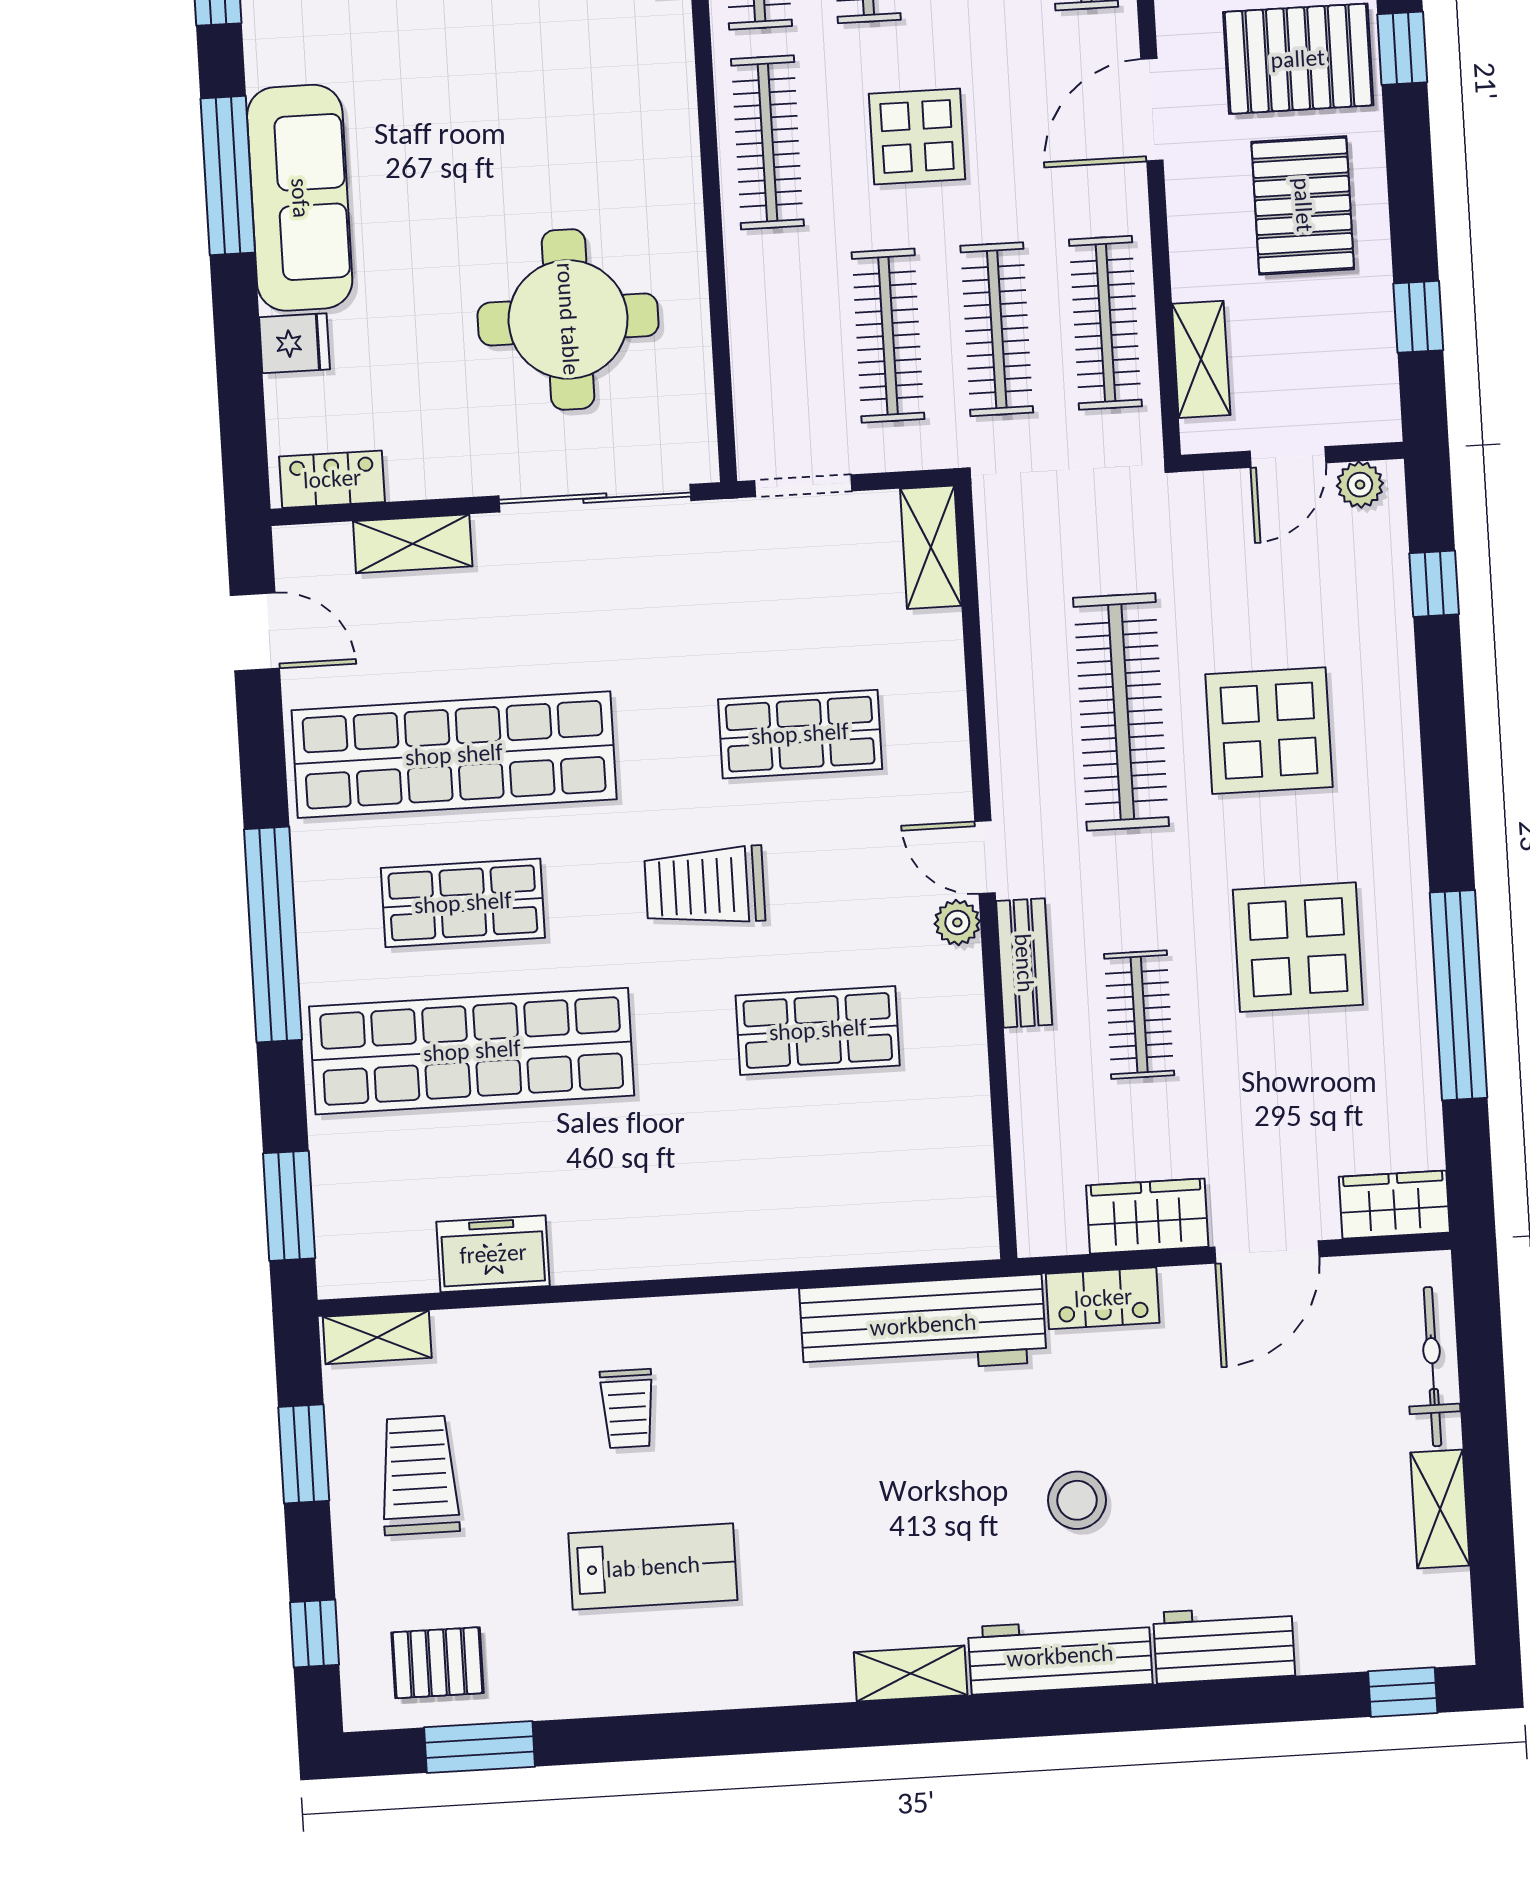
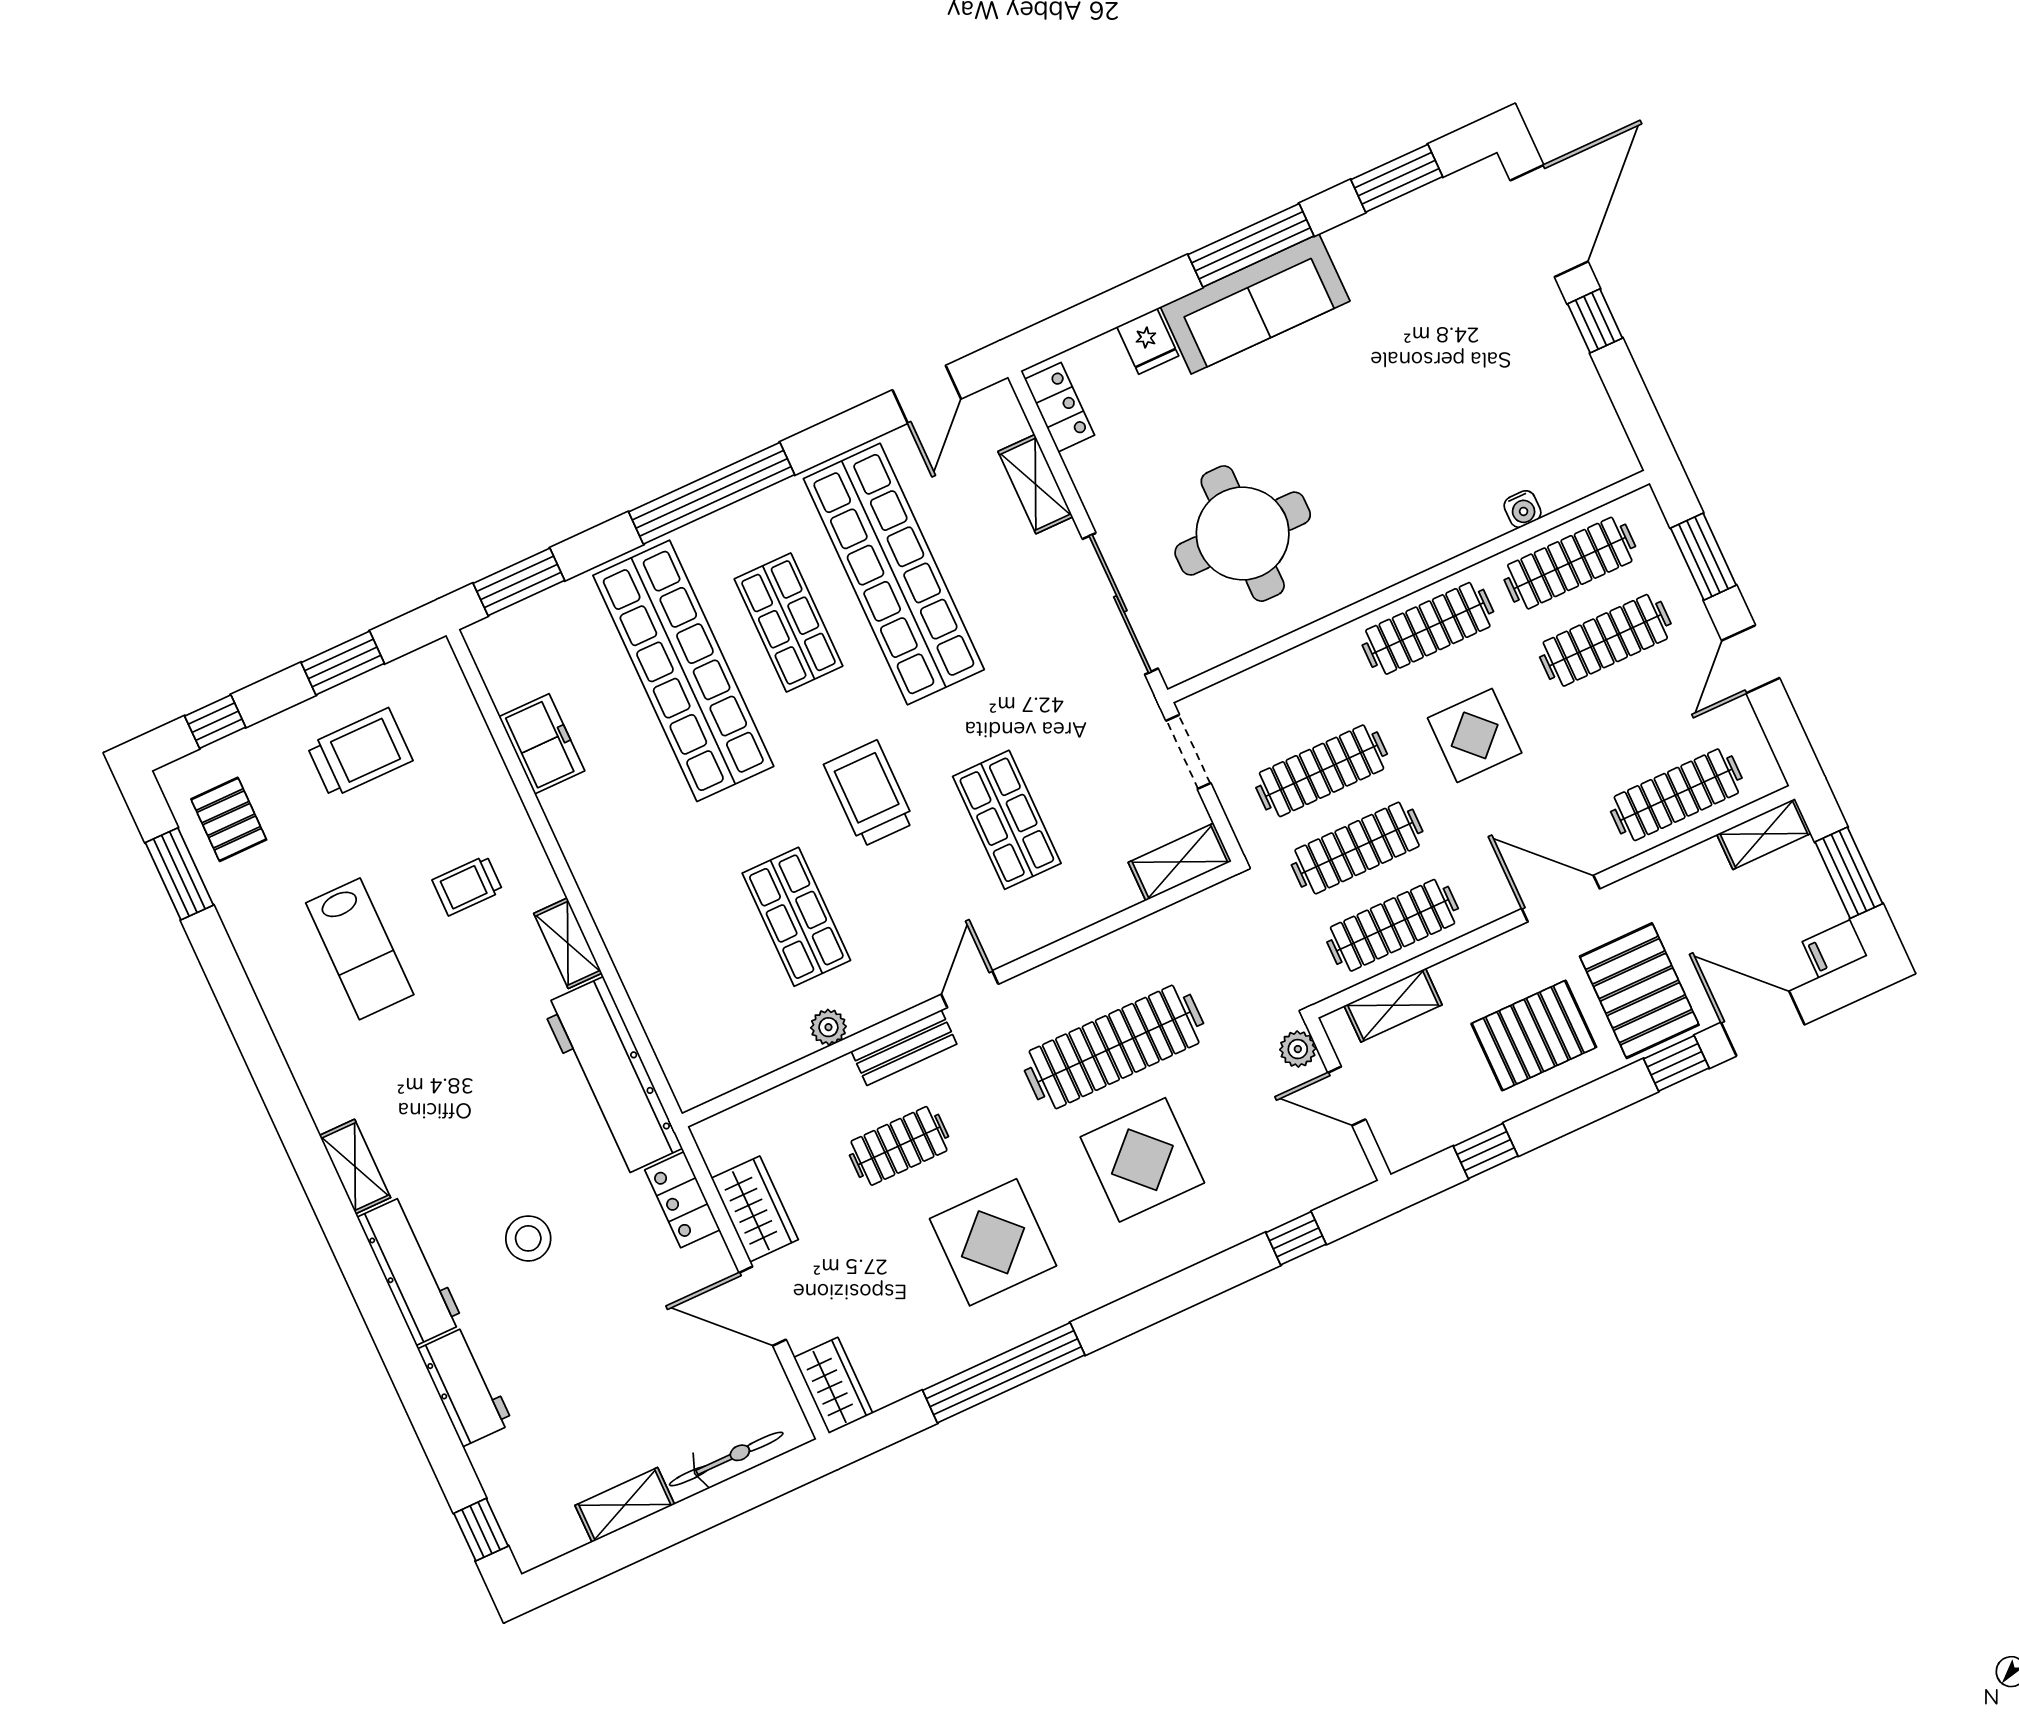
plant: (1360, 485) -> (1298, 1049), moved
plant: (957, 922) -> (828, 1027), moved
shelving: (377, 1337) -> (568, 943), moved

